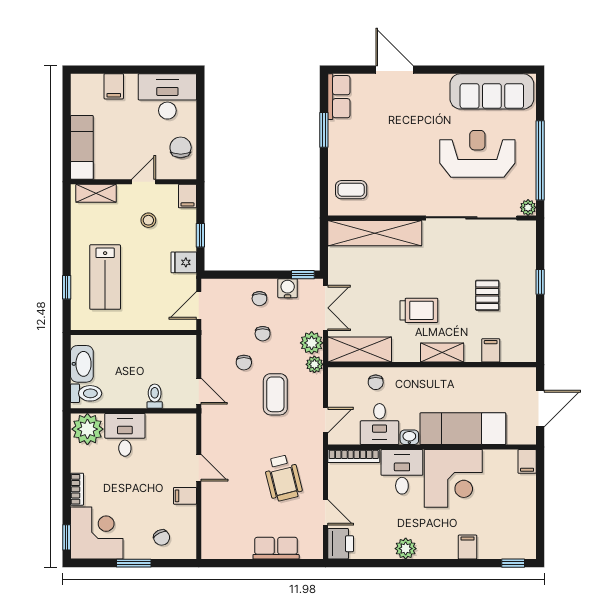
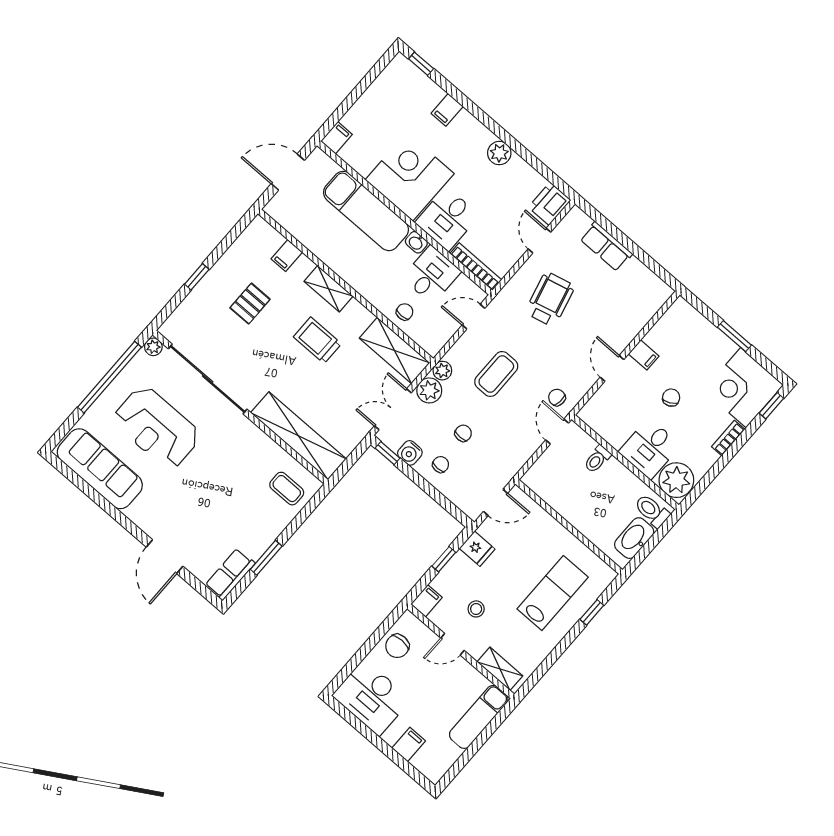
chair: (244, 363) -> (557, 397), moved, turned -84
chair: (162, 537) -> (671, 398), moved

